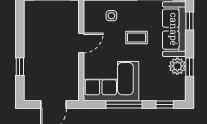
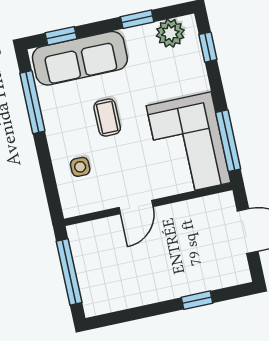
door: (81, 43) -> (136, 207), swing flipped
plant: (177, 66) -> (170, 33), moved
window: (124, 104) -> (228, 141), moved

